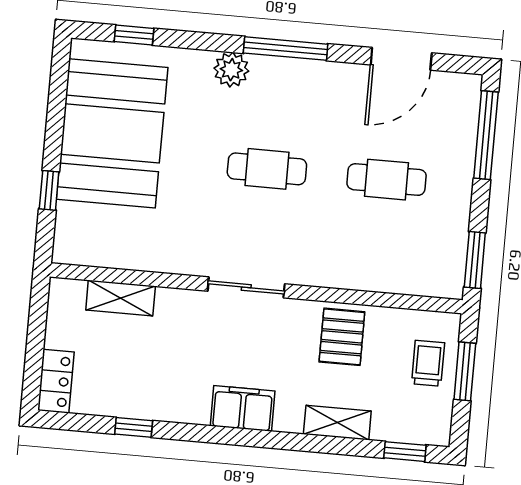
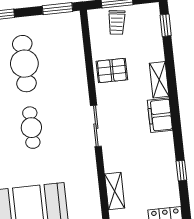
cafe table: (387, 180) -> (24, 64), width x1.37, depth x1.35
trolley: (428, 363) -> (117, 22), turned -82
shelving: (337, 423) -> (159, 80), moved

